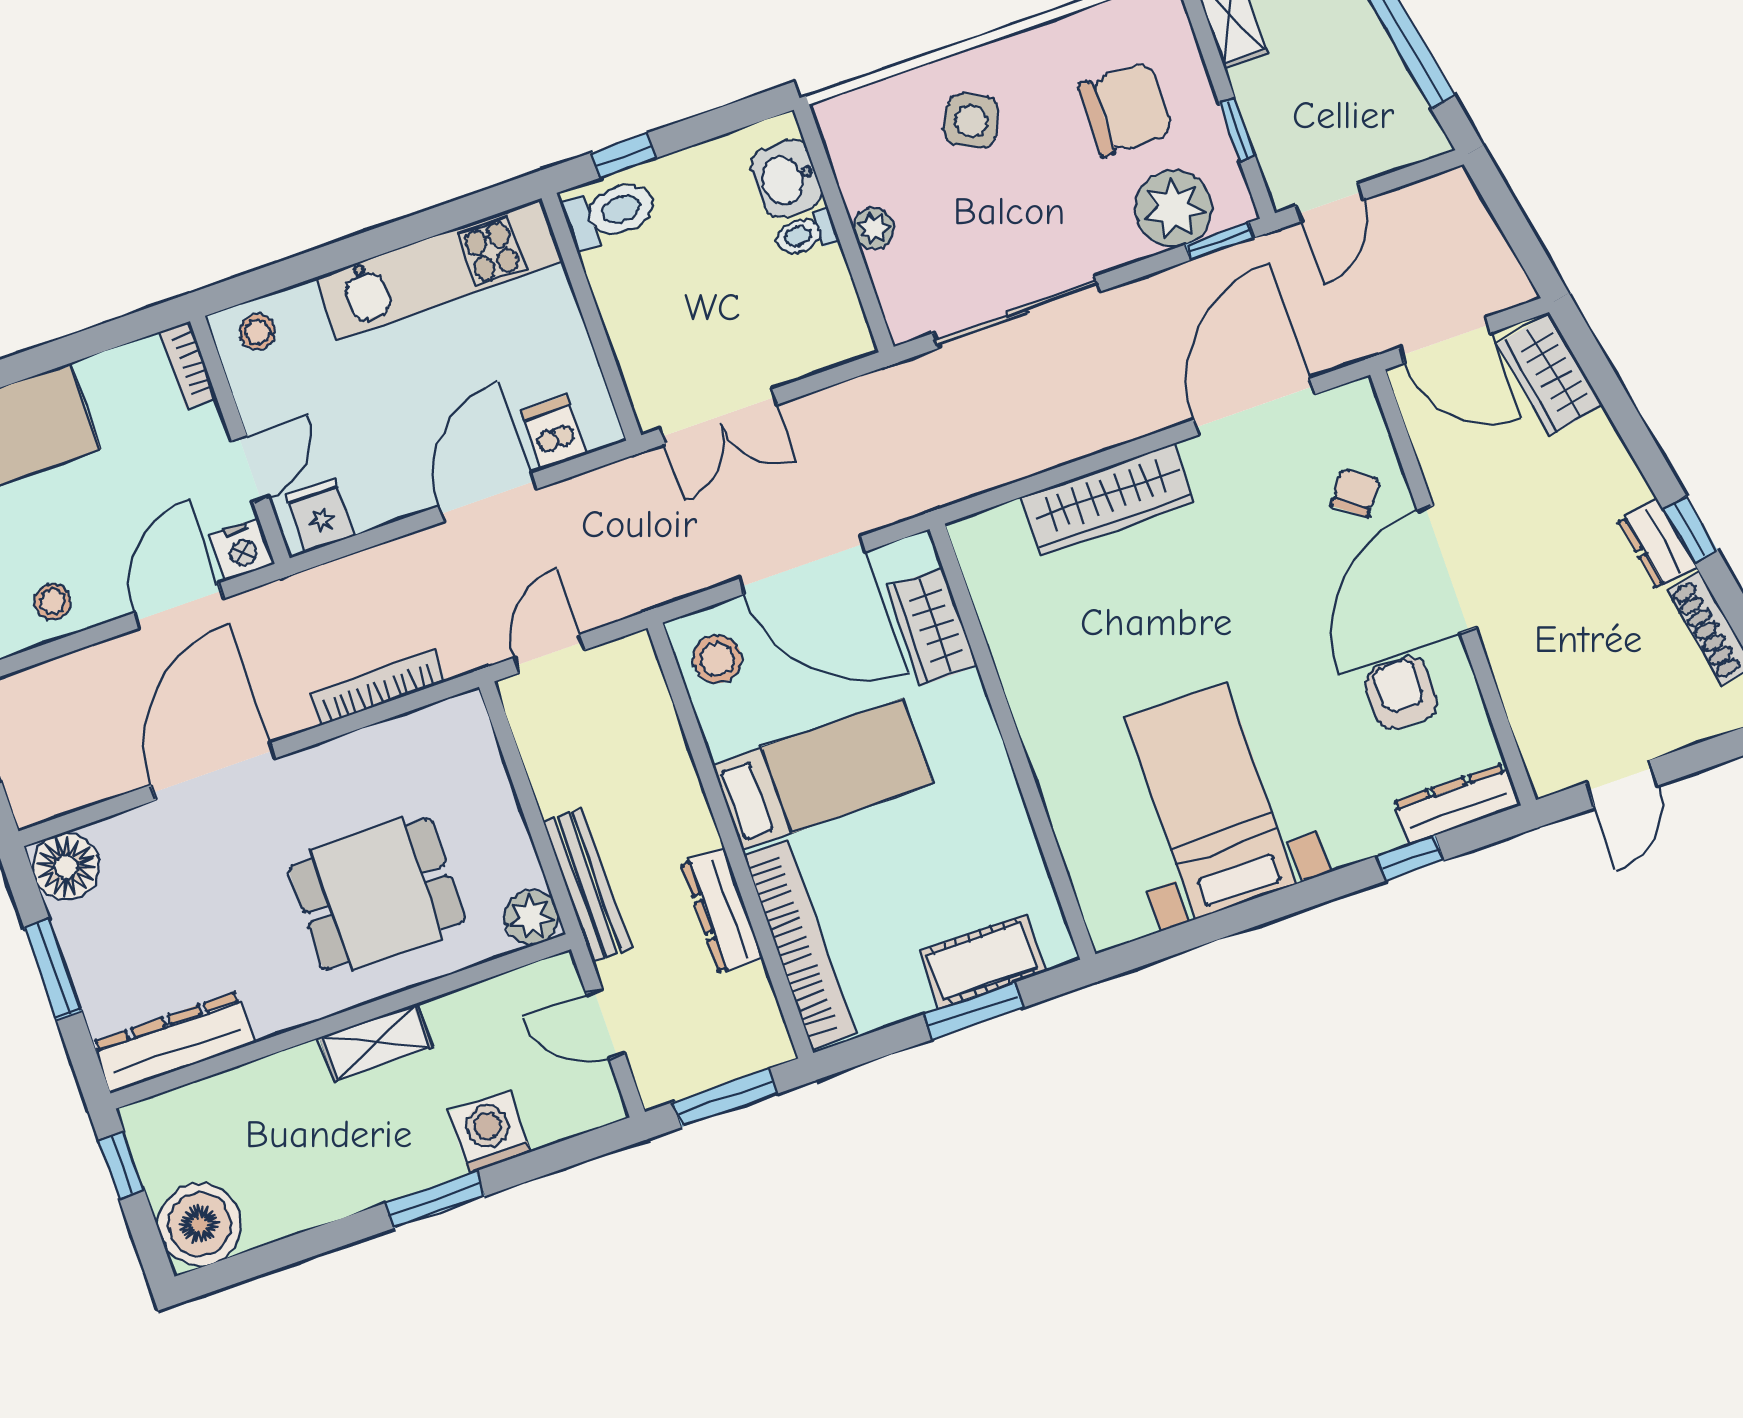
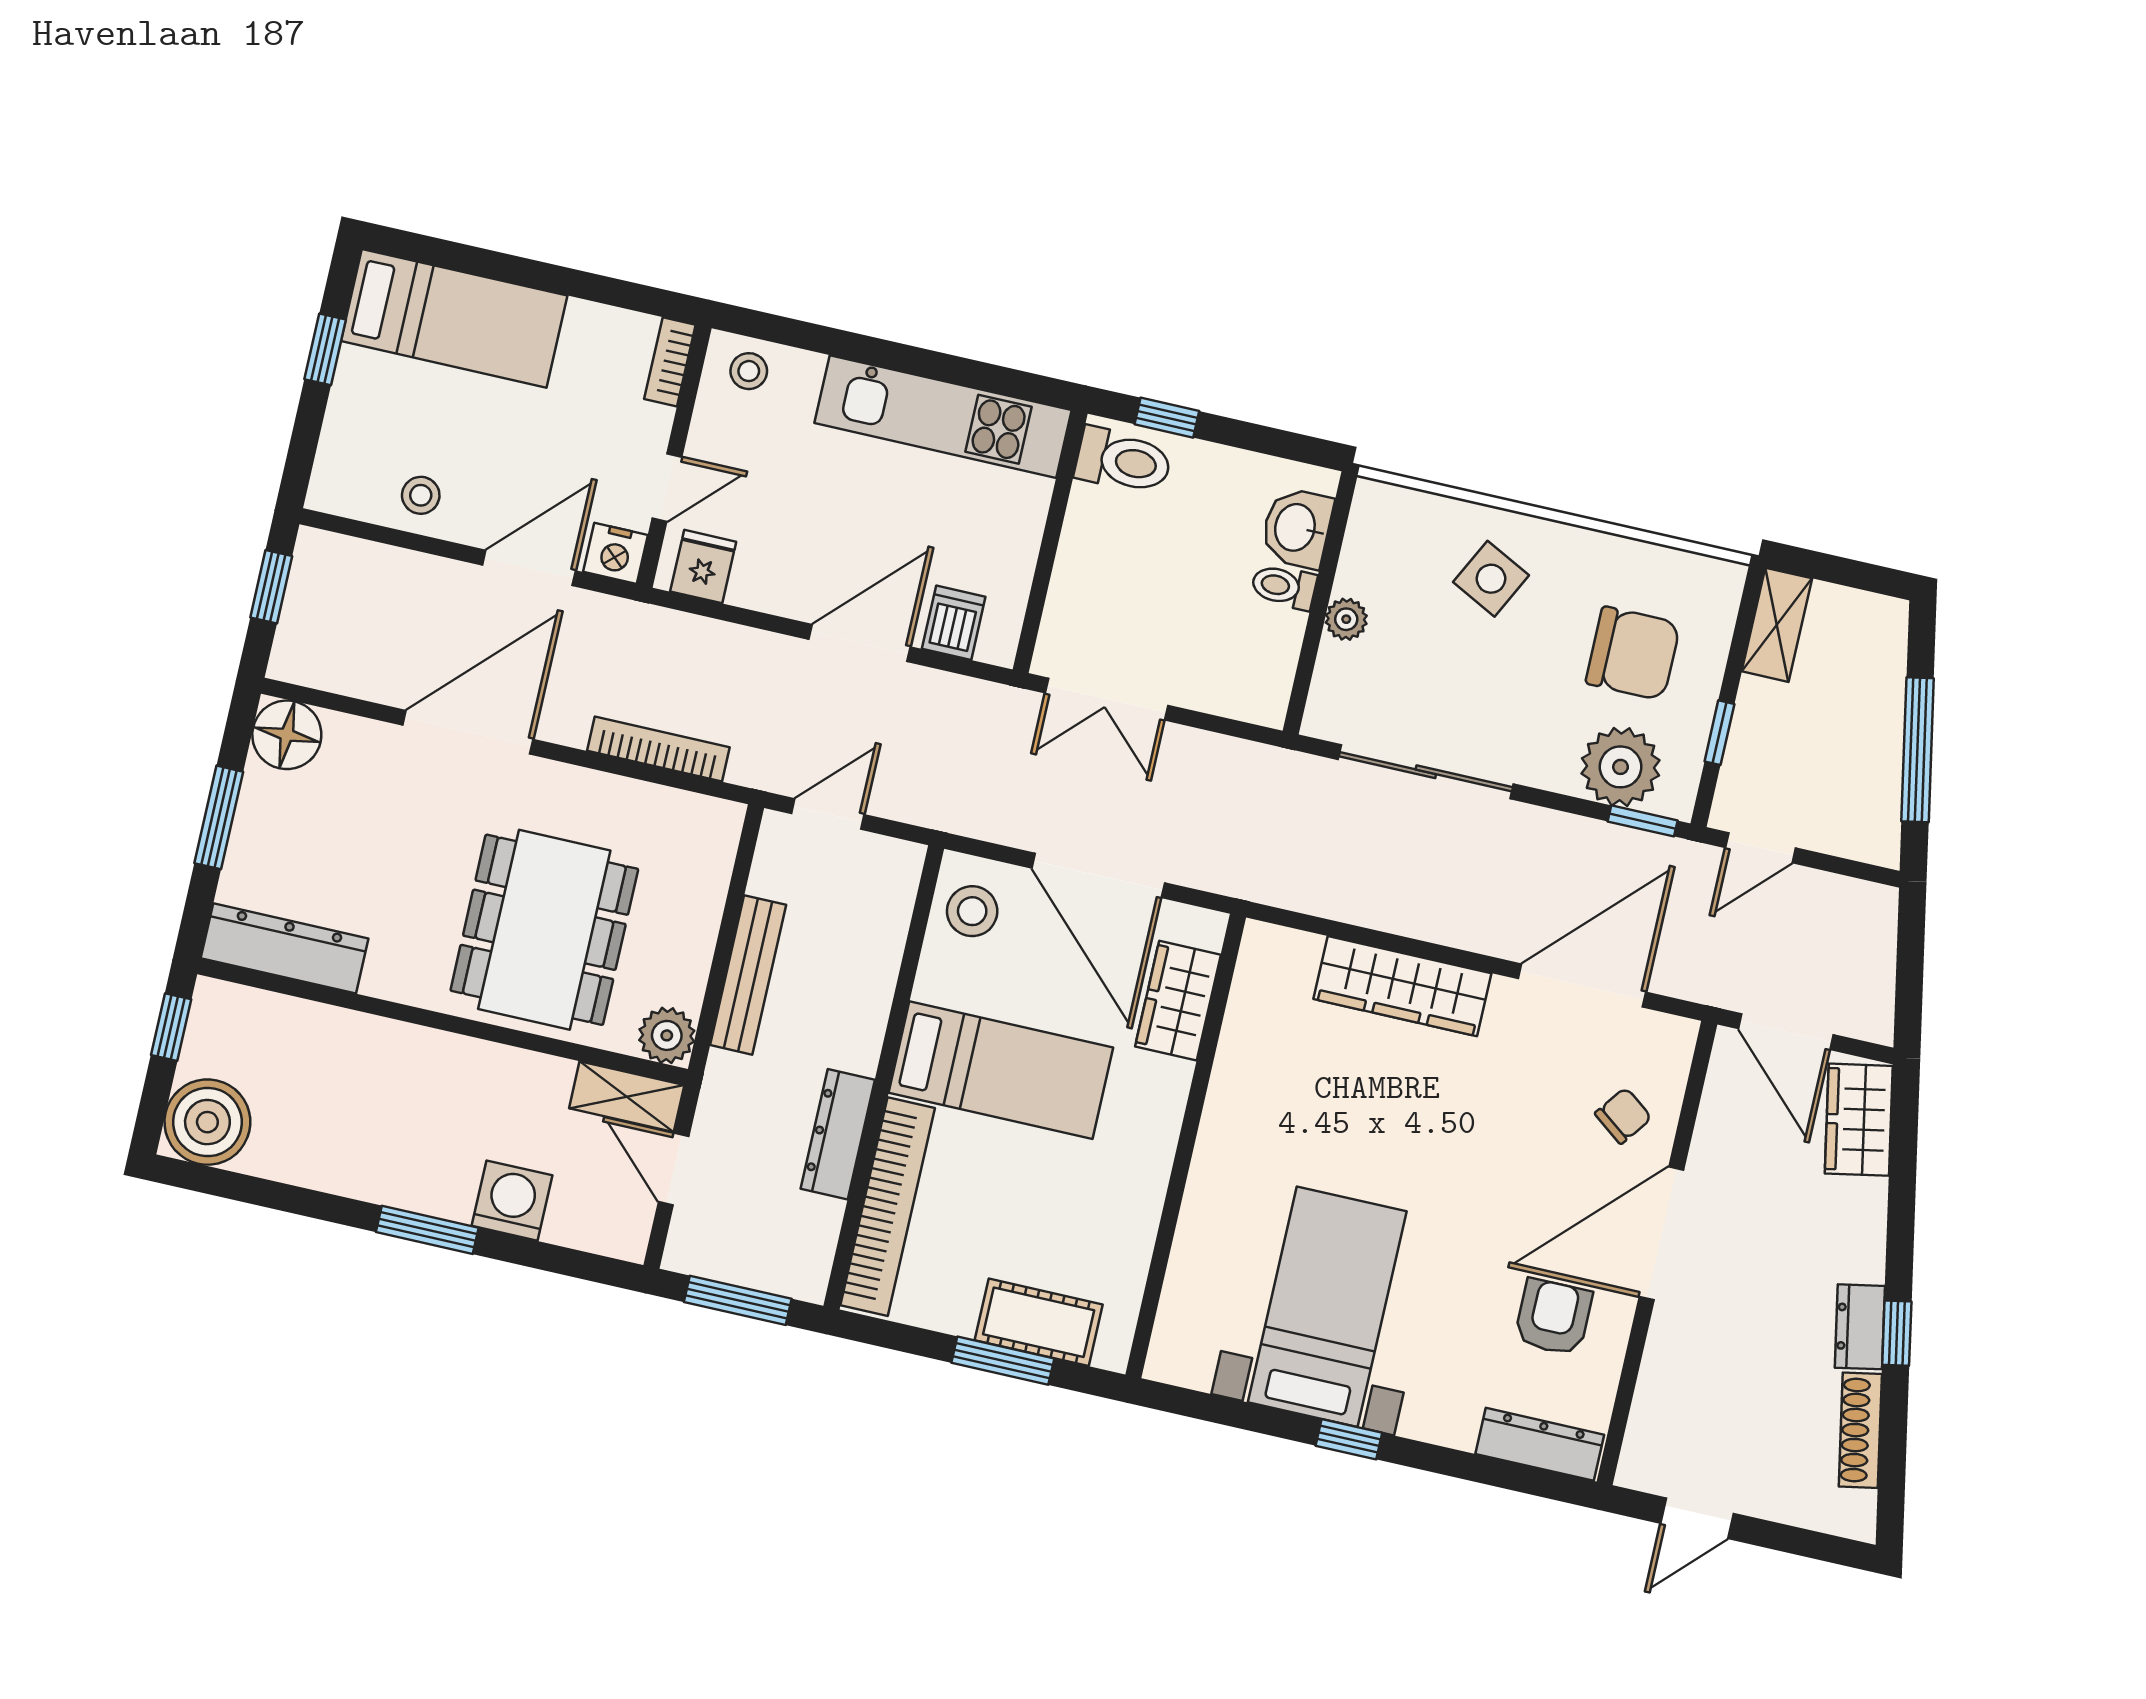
window: (1411, 858) -> (1349, 1439), moved
bench: (587, 885) -> (748, 975), moved
dining table: (377, 894) -> (544, 930), width x1.37
shelving: (376, 1042) -> (627, 1097), moved

